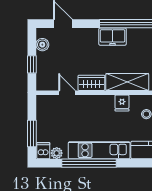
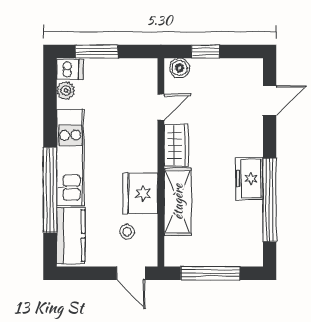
boiler: (42, 45) -> (180, 68), moved
fridge: (122, 103) -> (140, 193), width x1.88, depth x1.34
window: (89, 163) -> (50, 190), moved

